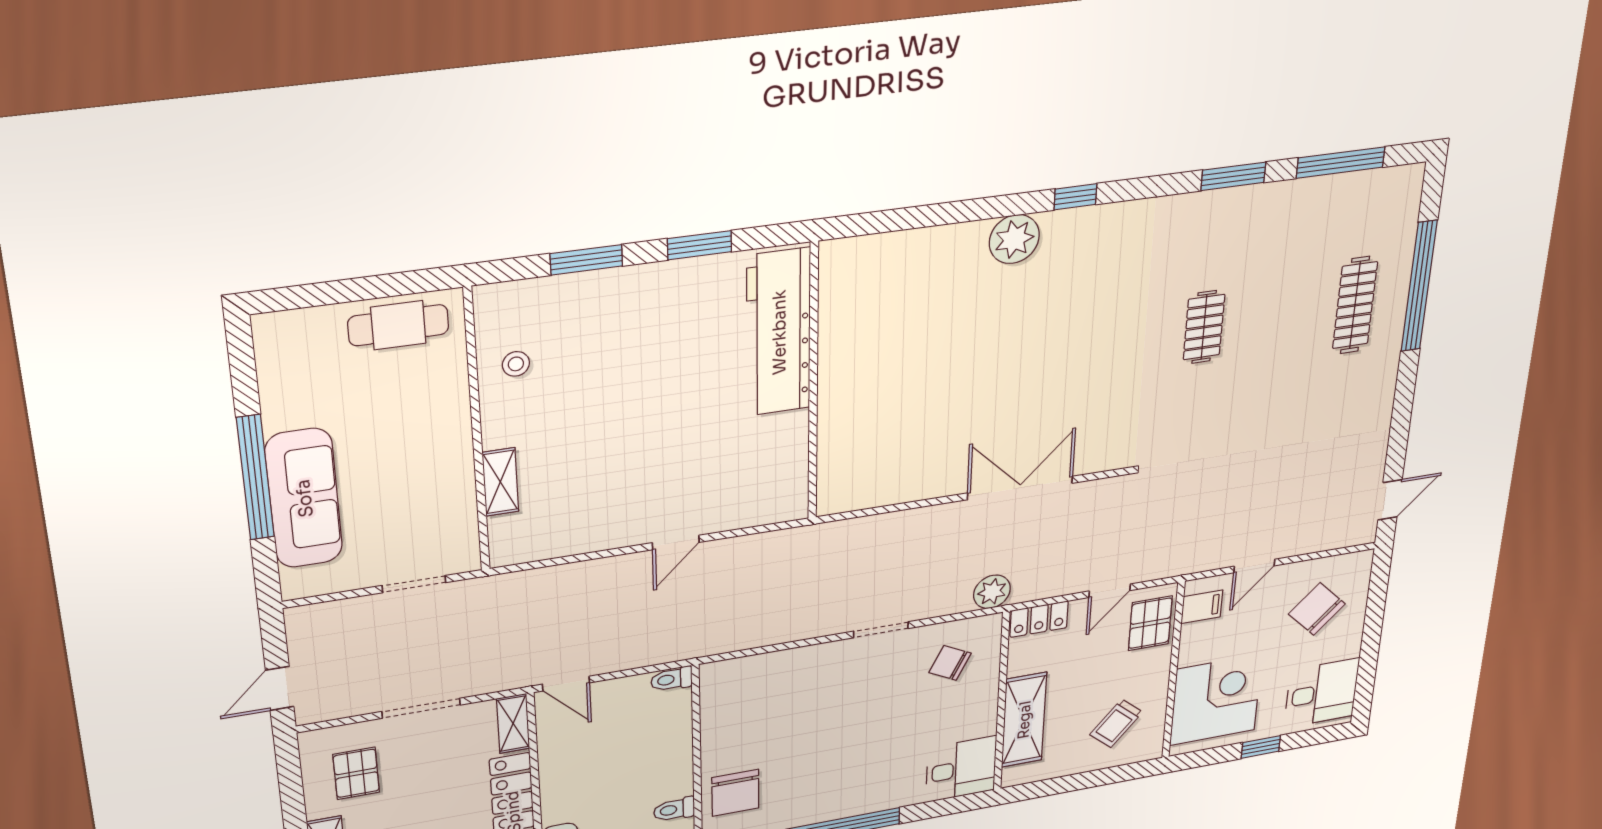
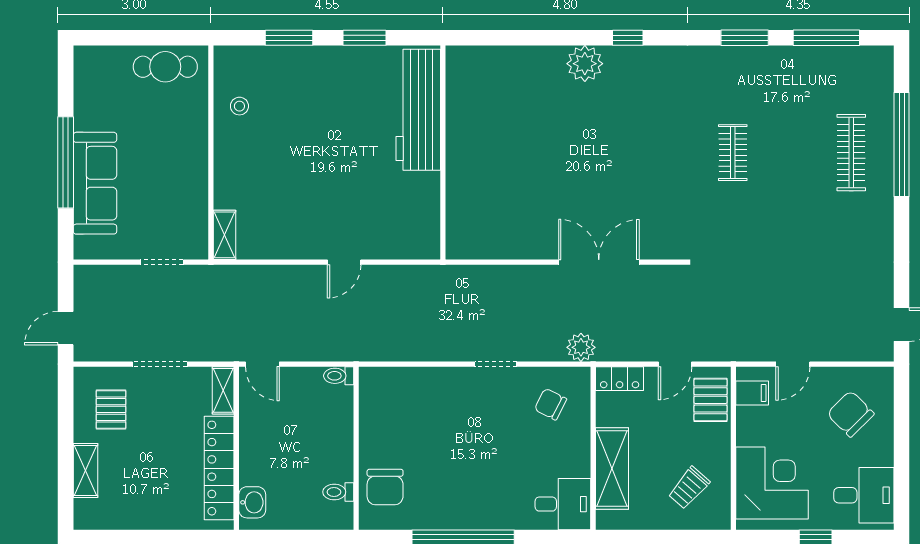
shelving: (500, 482) -> (225, 235), moved

